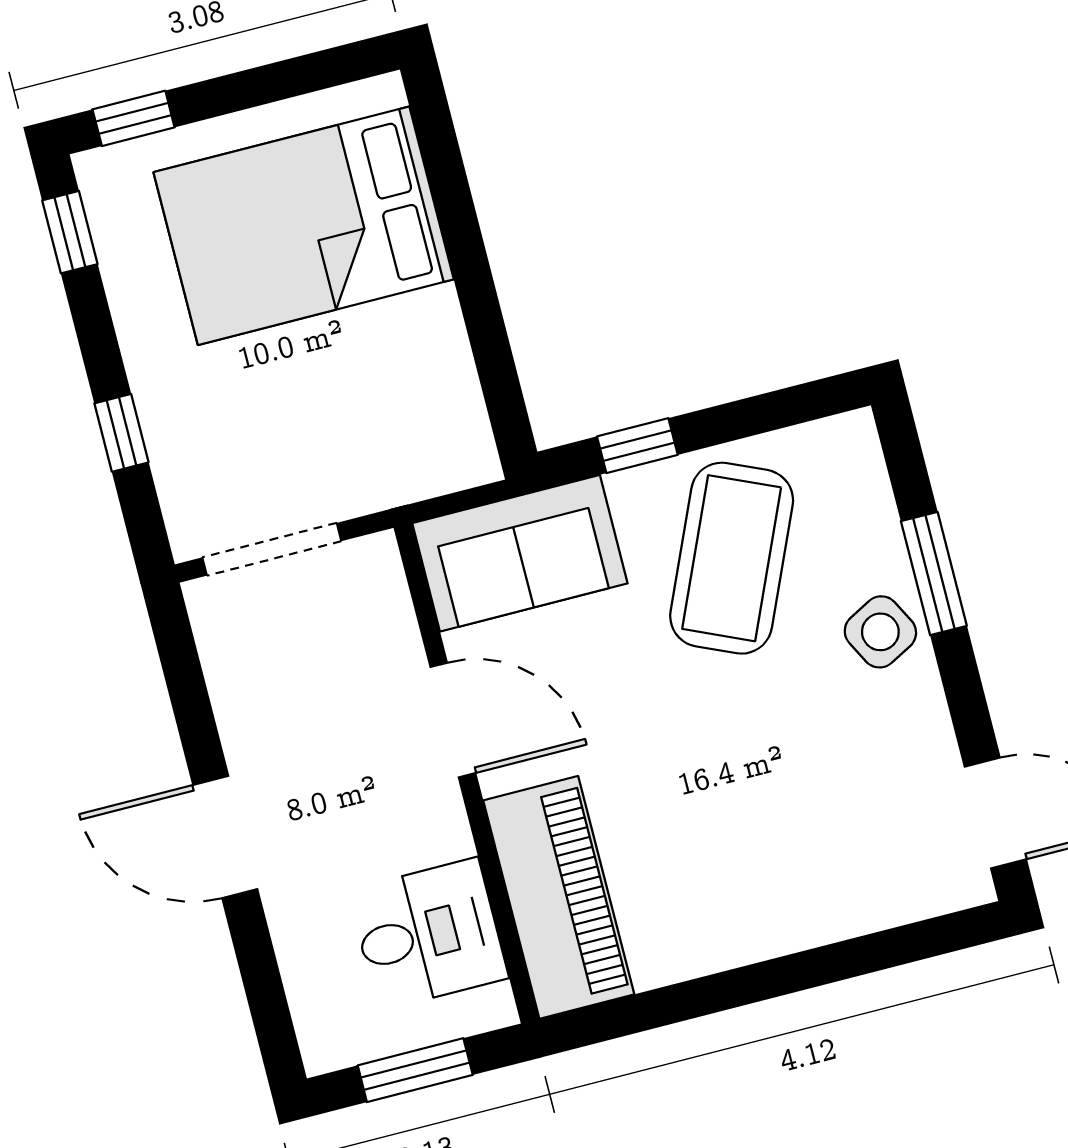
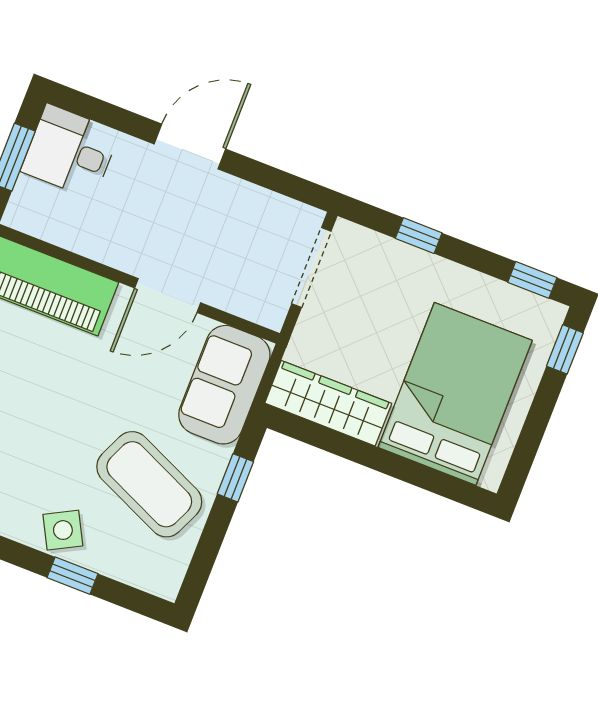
wardrobe: (442, 392) -> (328, 403), added
window: (934, 574) -> (72, 576), width x0.67
desk: (428, 934) -> (70, 151), moved, turned 90

